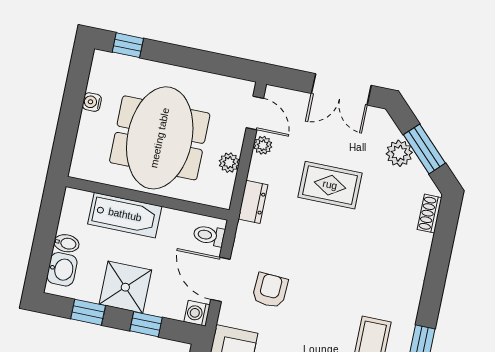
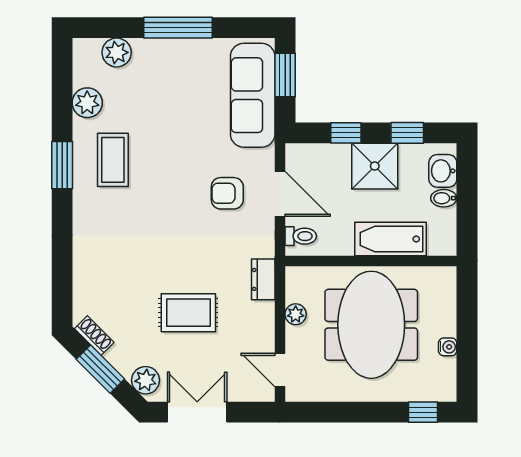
plant: (263, 145) -> (265, 339), removed
plant: (399, 153) -> (146, 380), moved
shoe rack: (430, 214) -> (94, 336), moved, turned -45
armchair: (270, 290) -> (227, 193), turned 87
washing machine: (197, 313) -> (297, 155), removed

